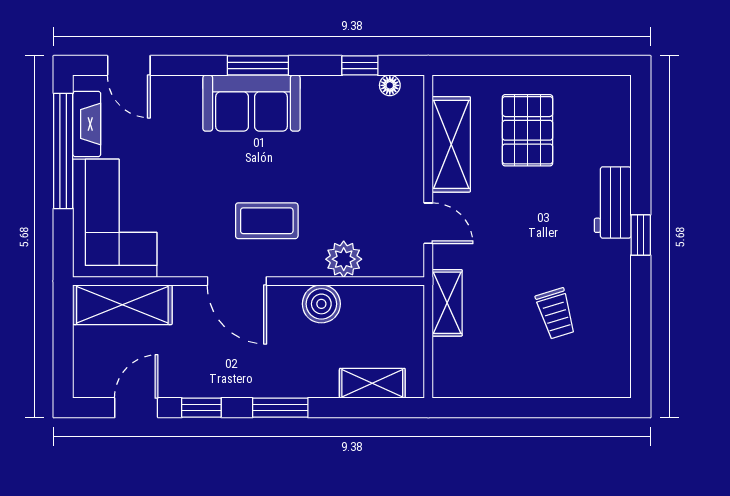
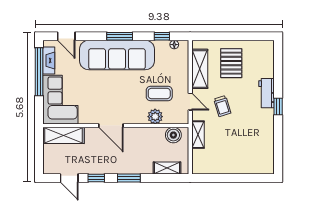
sofa: (251, 103) -> (117, 55), width x1.85, depth x1.27
coffee table: (267, 221) -> (159, 93), moved
boiler: (321, 304) -> (173, 135), moved
trolley: (556, 313) -> (222, 106), moved
door: (136, 408) -> (69, 178), swing flipped

